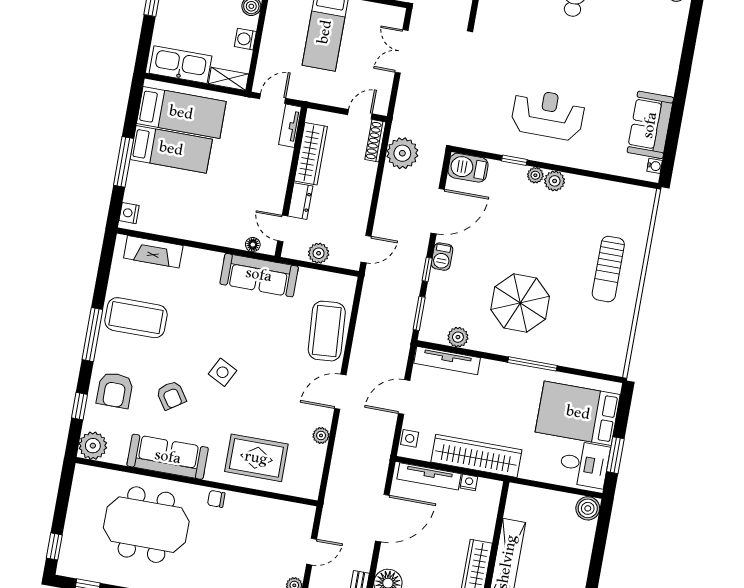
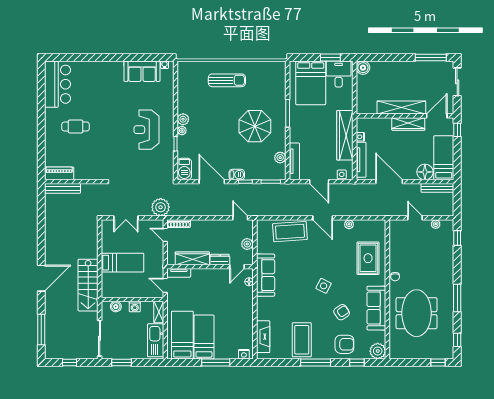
plant: (402, 153) -> (161, 207), moved

